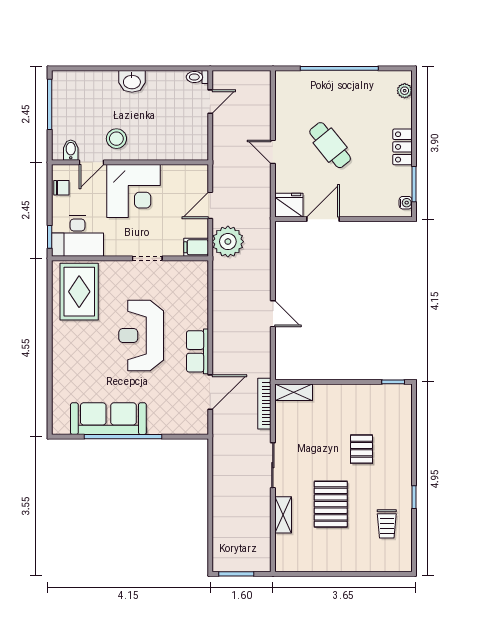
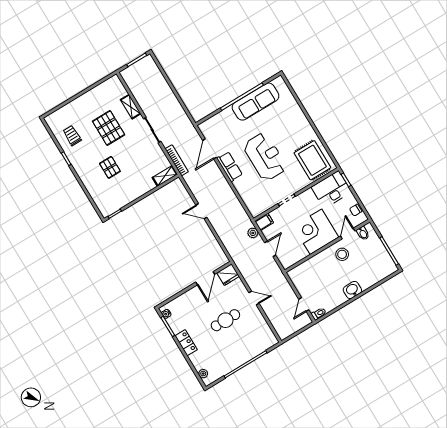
cafe table: (330, 145) -> (225, 320), turned -51
plant: (228, 242) -> (253, 233), width x0.53, depth x0.53

